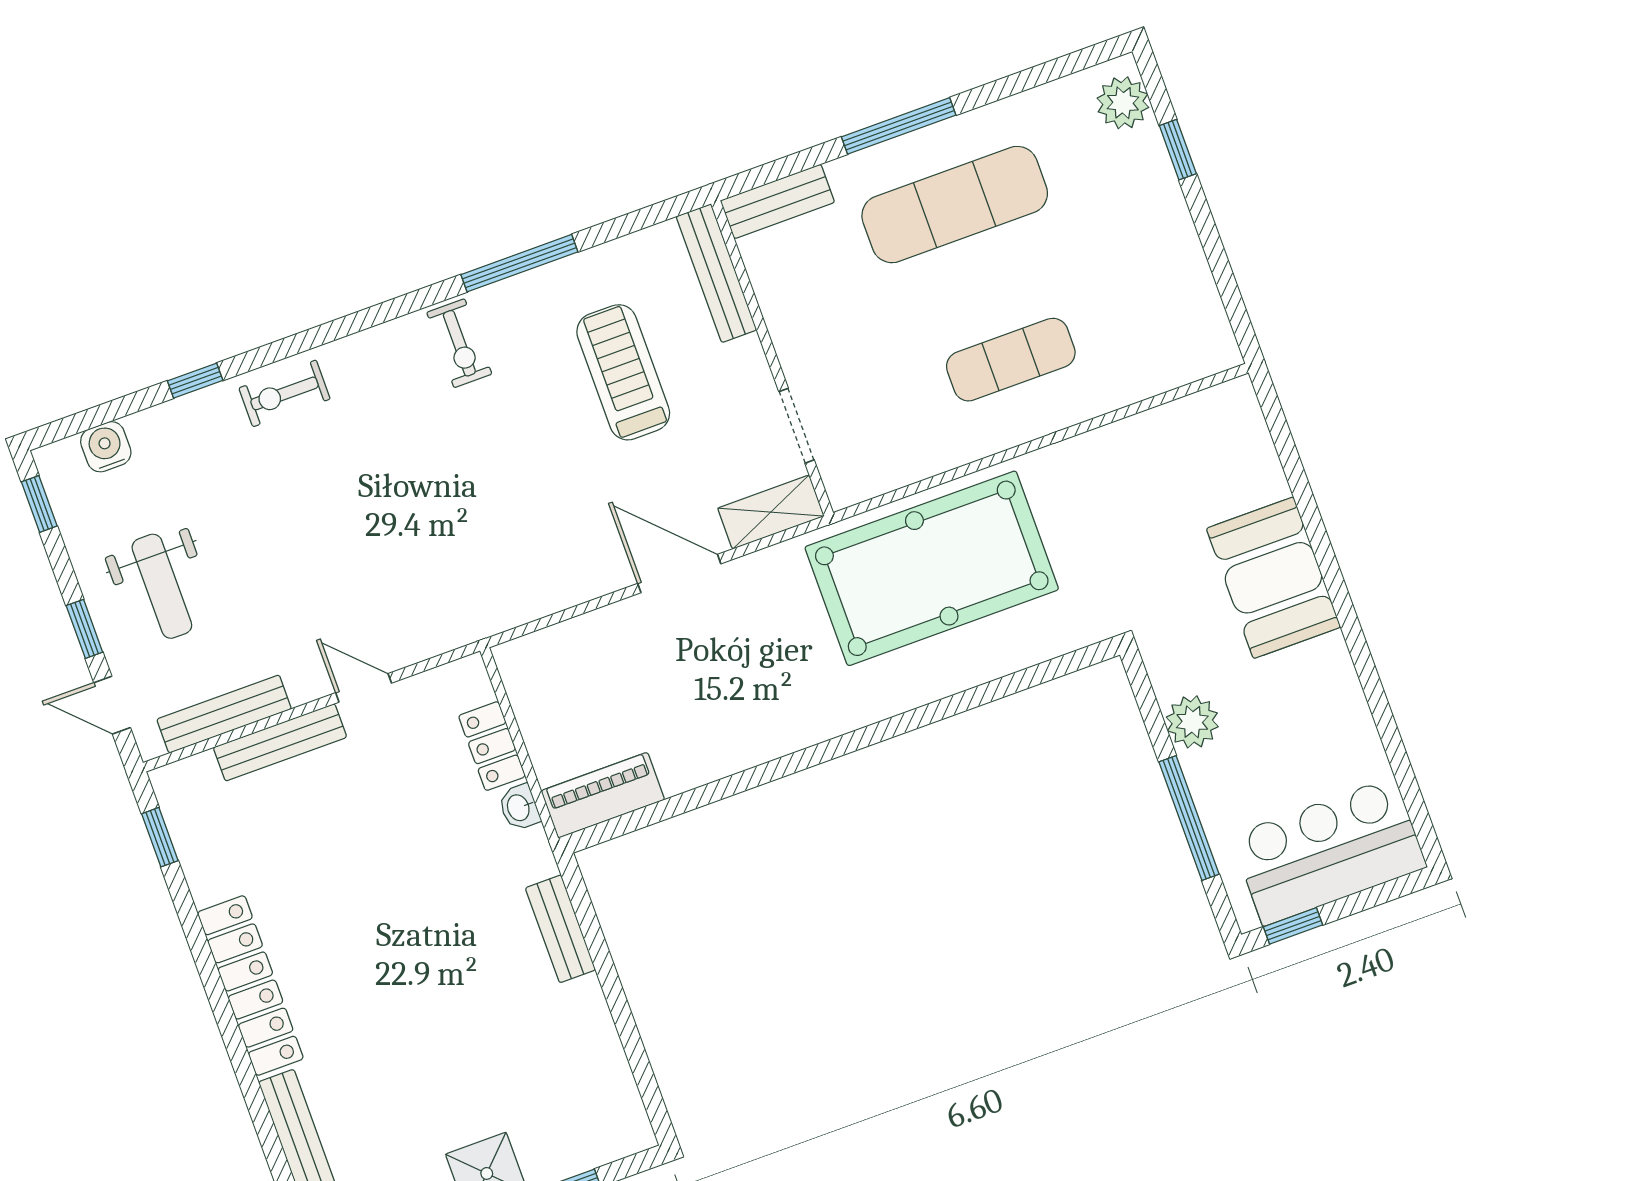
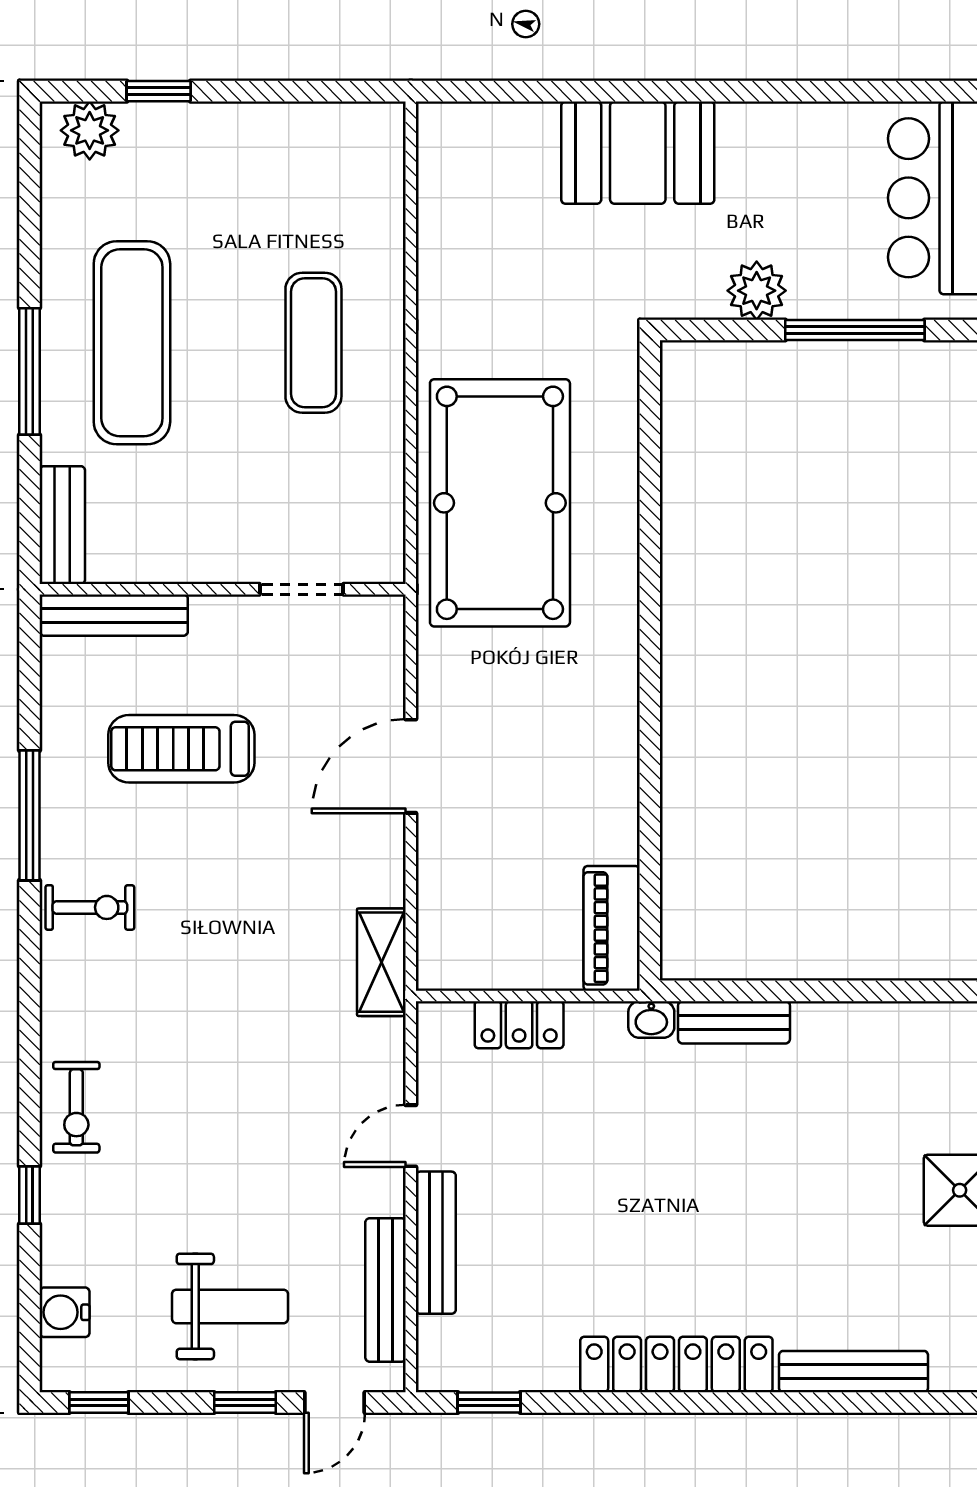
shelving: (771, 512) -> (381, 962), moved
washbasin: (519, 807) -> (651, 1019), moved

